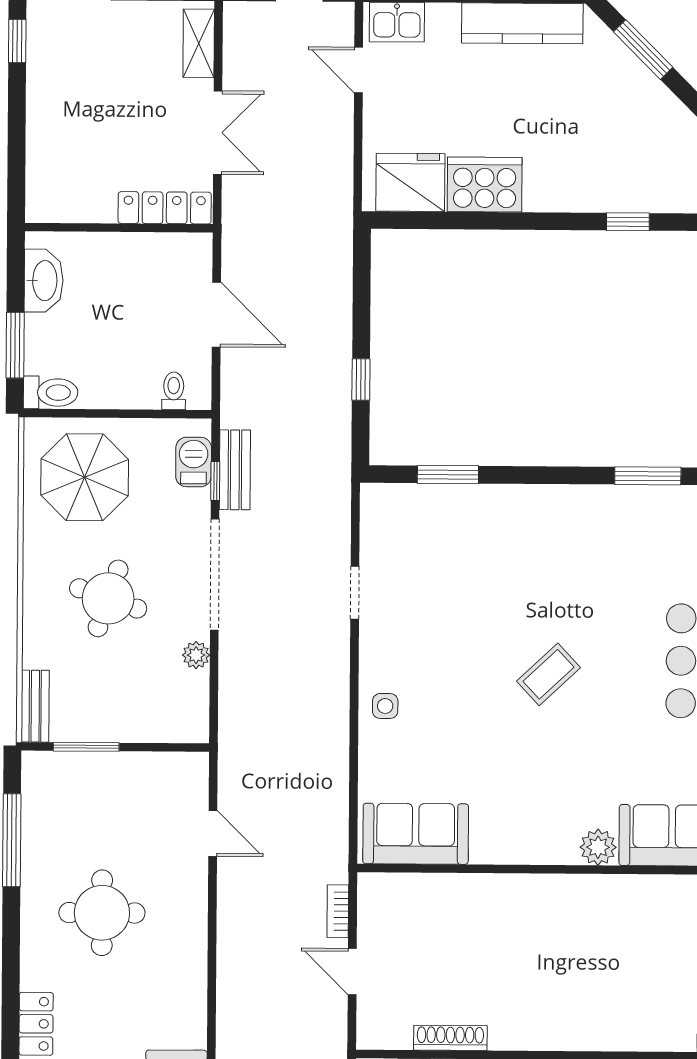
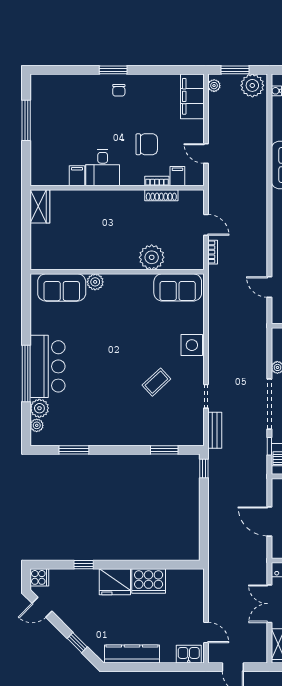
window: (643, 50) -> (77, 643), width x0.67
fridge: (410, 182) -> (115, 582), moved
window: (361, 380) -> (204, 468), moved
bench: (235, 470) -> (215, 430), moved
coffee table: (548, 674) -> (156, 382), moved
side table: (385, 706) -> (192, 345), width x1.87, depth x1.87
plant: (473, 901) -> (152, 257), added

